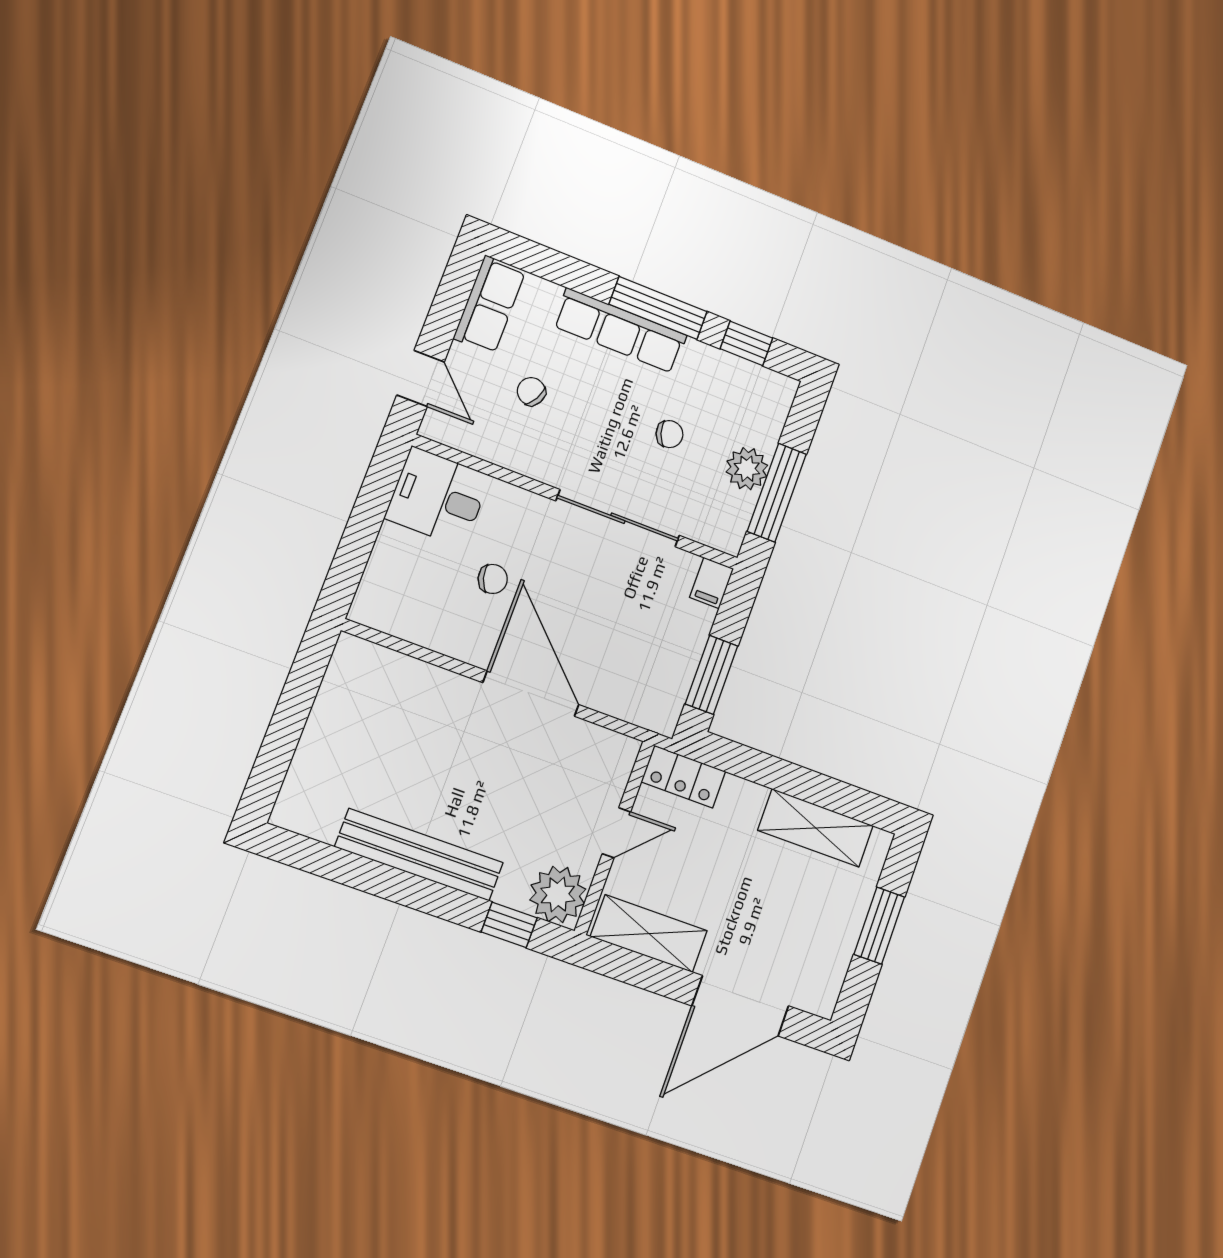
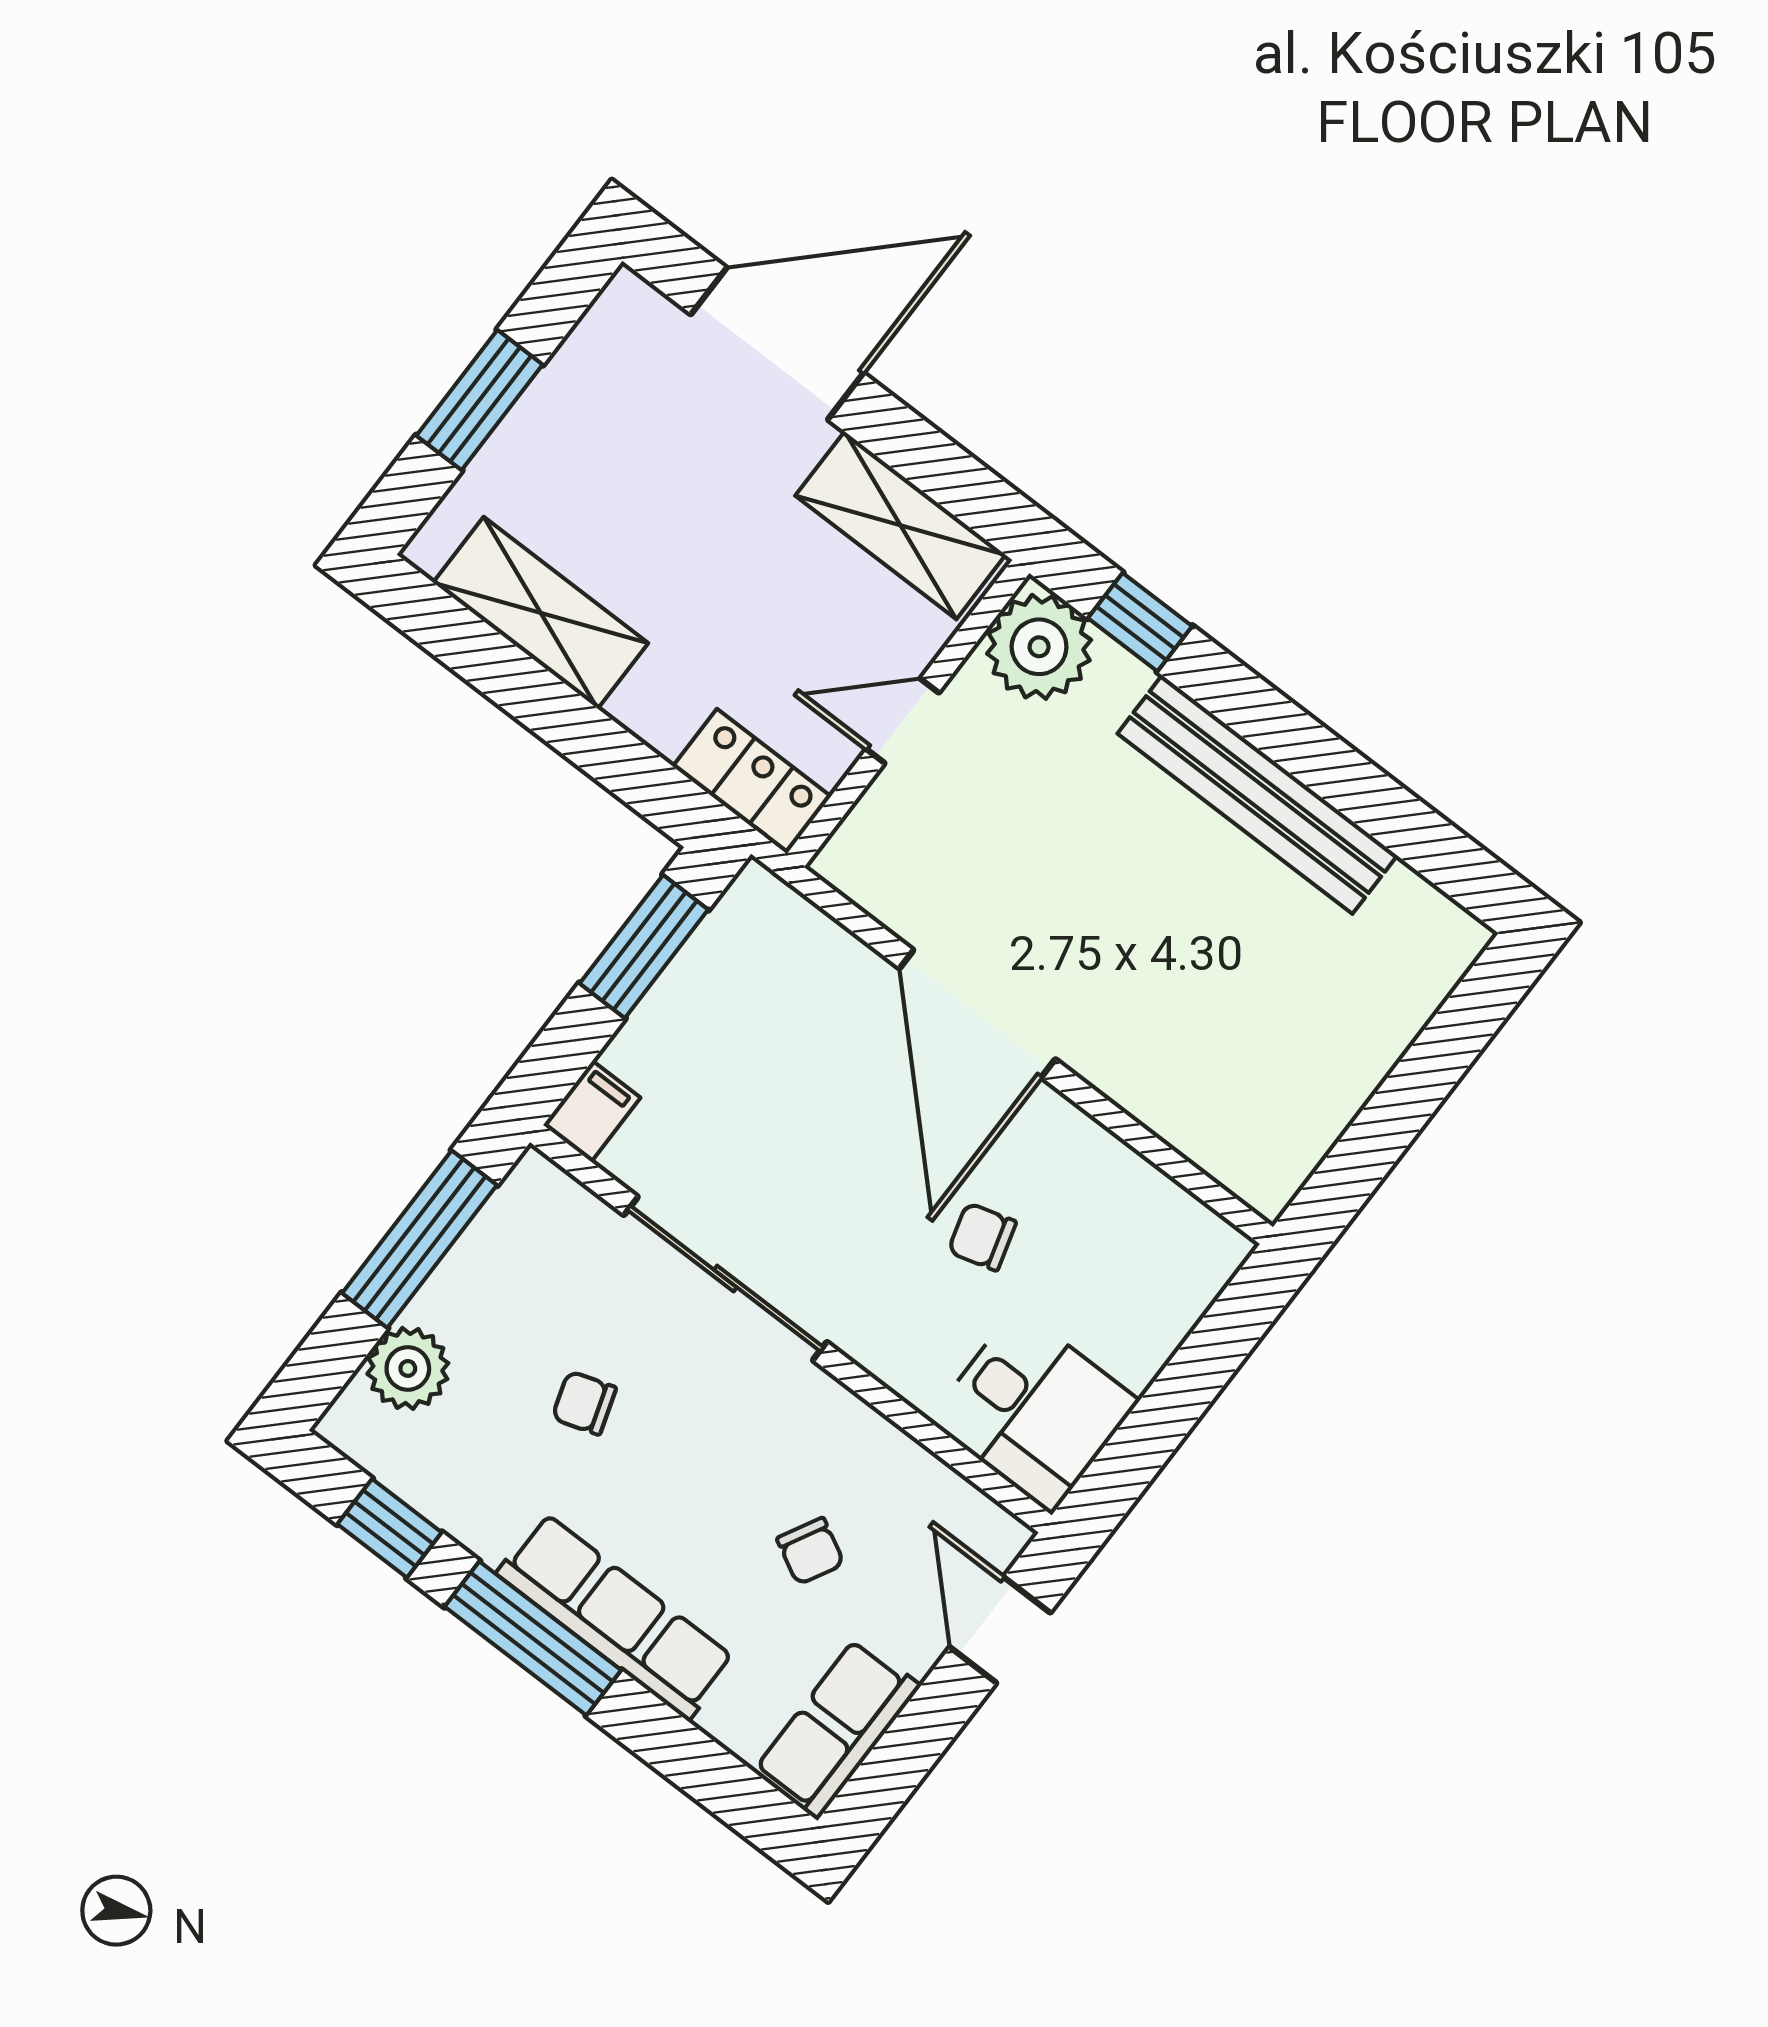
plant: (747, 469) -> (408, 1368), moved

